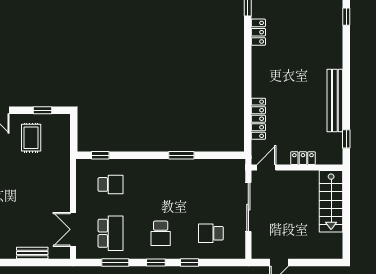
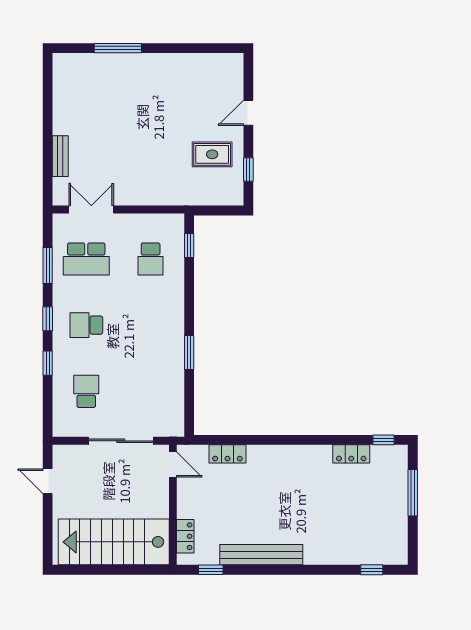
locker: (258, 119) -> (227, 454), width x0.66
locker: (303, 158) -> (185, 536), moved
stairs: (331, 201) -> (114, 542), width x1.36, depth x1.51

